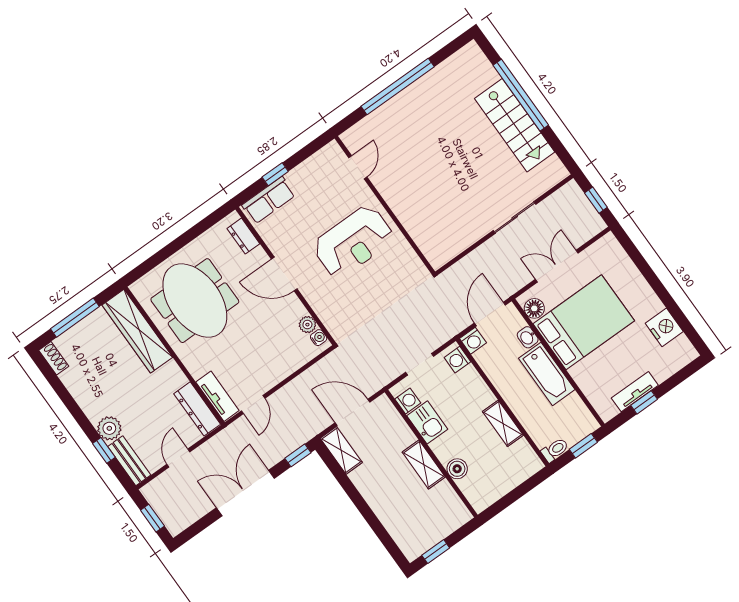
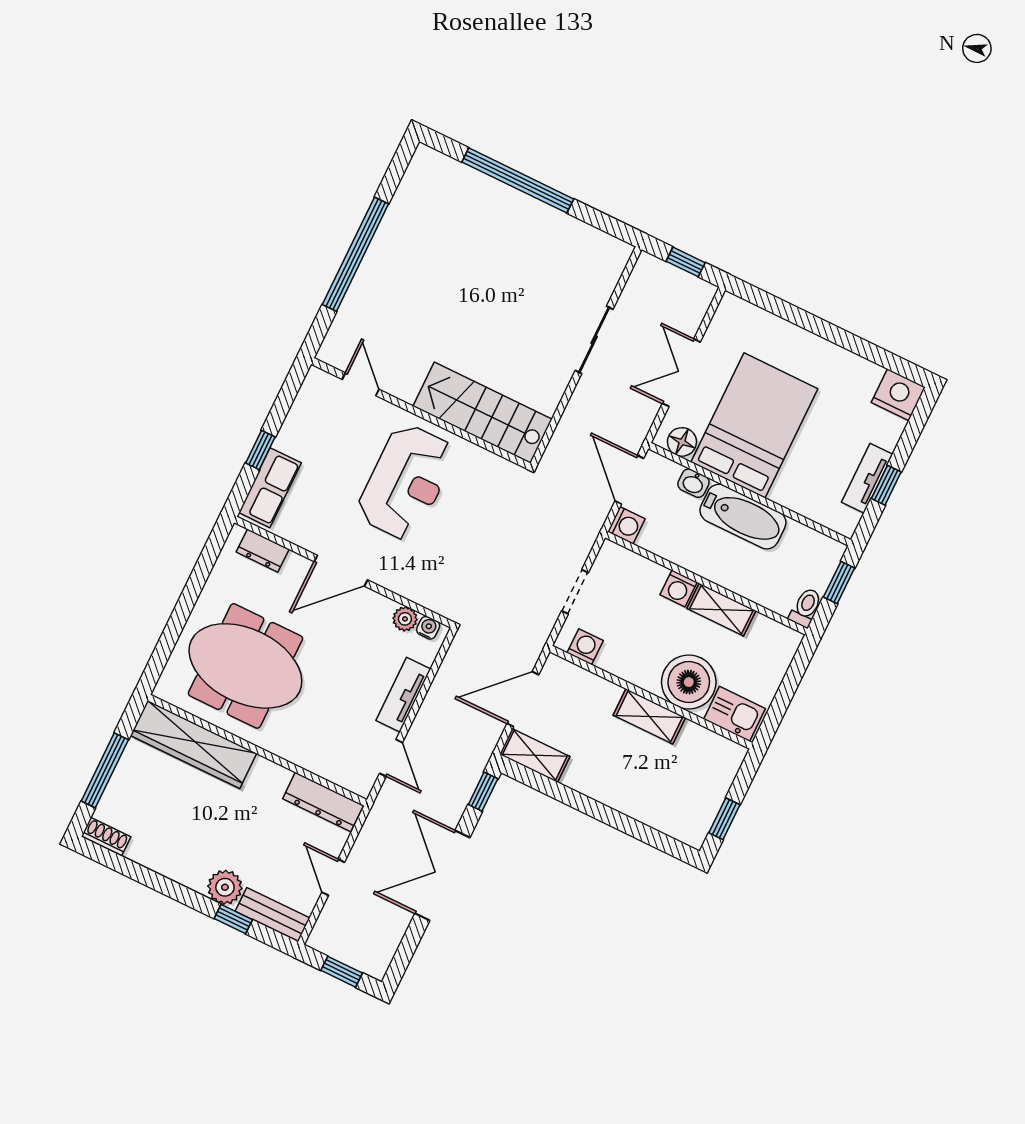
stairs: (515, 125) -> (483, 413), moved, turned 180
nightstand: (664, 327) -> (898, 395), moved
washing machine: (457, 360) -> (679, 589), moved
tv unit: (217, 396) -> (403, 695), moved, turned -90
kitchen sink: (427, 422) -> (735, 714), moved
boiler: (457, 469) -> (689, 682), width x1.86, depth x1.86

